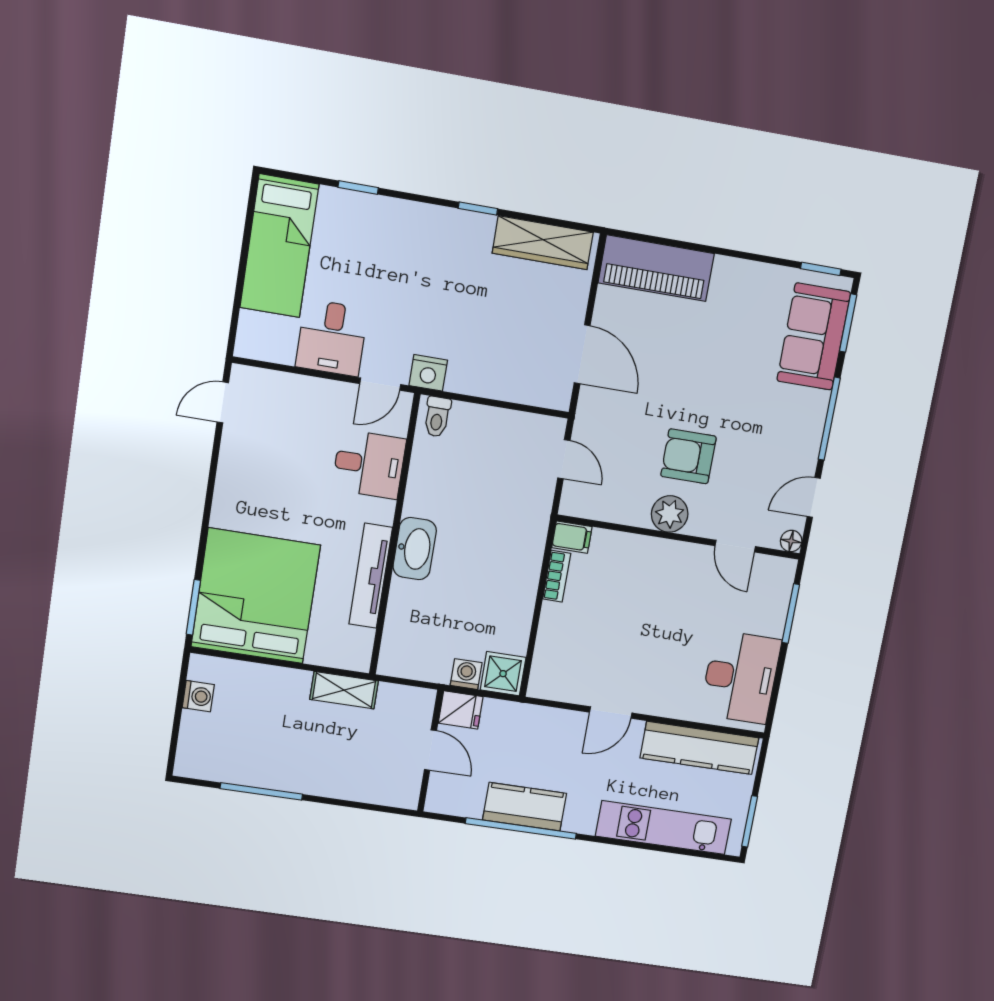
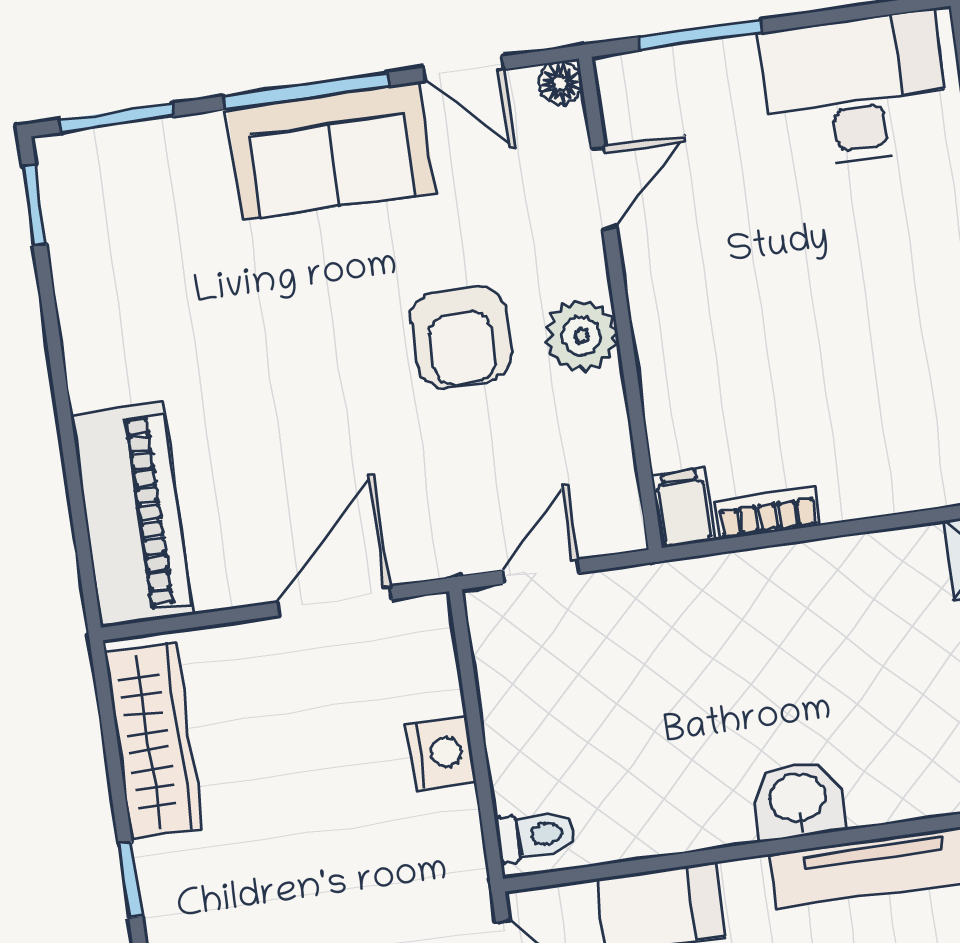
sofa: (814, 337) -> (331, 151), moved
nightstand: (428, 373) -> (441, 753), moved
washbasin: (415, 549) -> (798, 800), width x0.72

